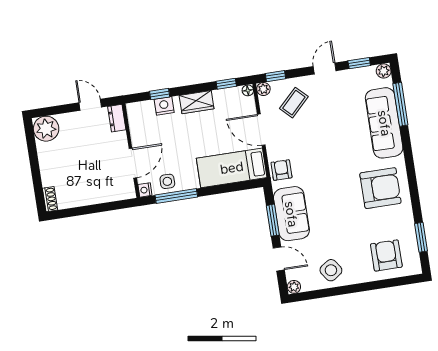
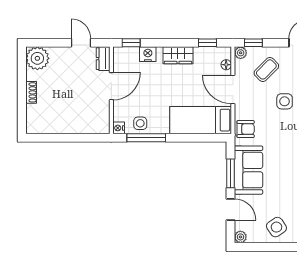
floor lamp: (248, 90) -> (226, 65), moved
window: (160, 94) -> (131, 43), moved
side table: (319, 134) -> (285, 101), added
door: (133, 163) -> (111, 86), moved
armchair: (281, 170) -> (246, 129), turned 90
shoe rack: (50, 199) -> (31, 92), moved

